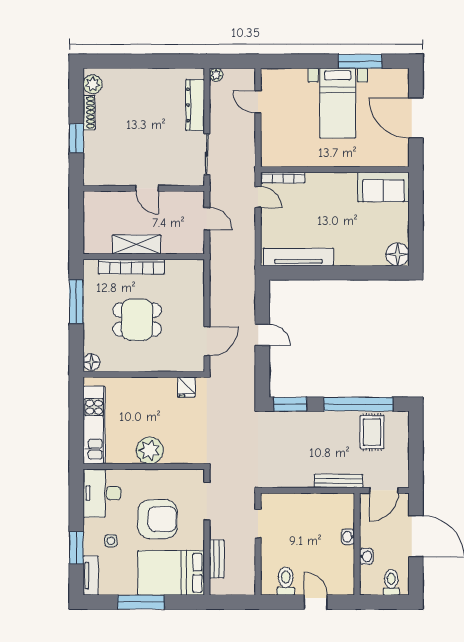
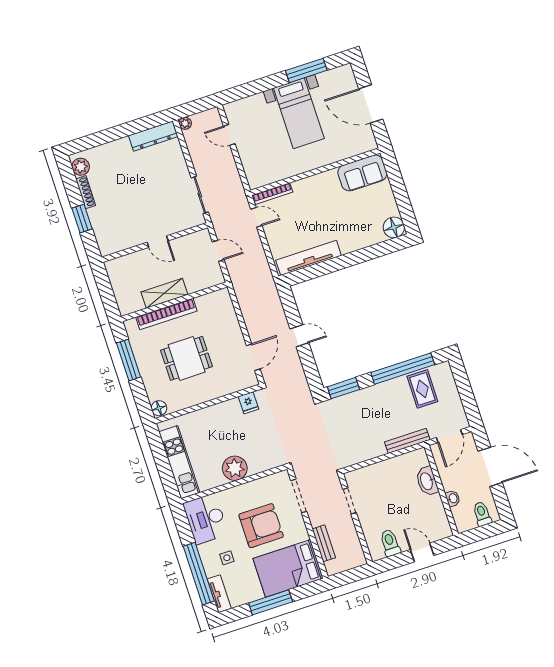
dresser: (195, 105) -> (153, 136), moved, turned -90
washbasin: (348, 537) -> (427, 481), width x1.91, depth x1.45
window: (76, 548) -> (199, 574), width x2.11

